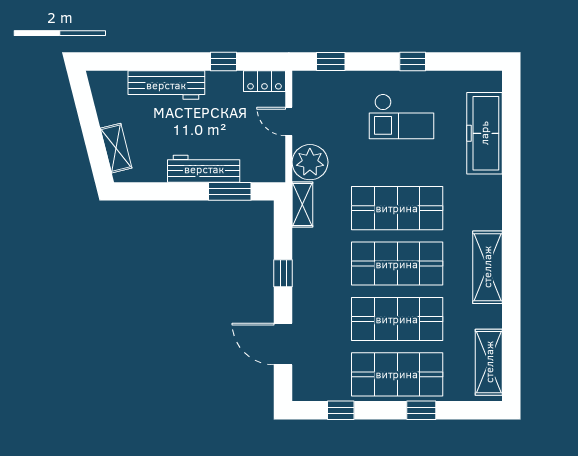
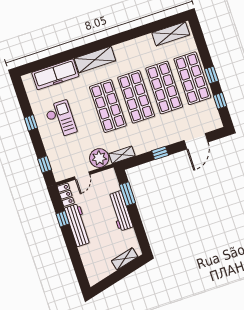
workbench: (166, 85) -> (78, 225), moved
shelving: (487, 267) -> (95, 60), moved
window: (421, 410) -> (211, 75), moved

